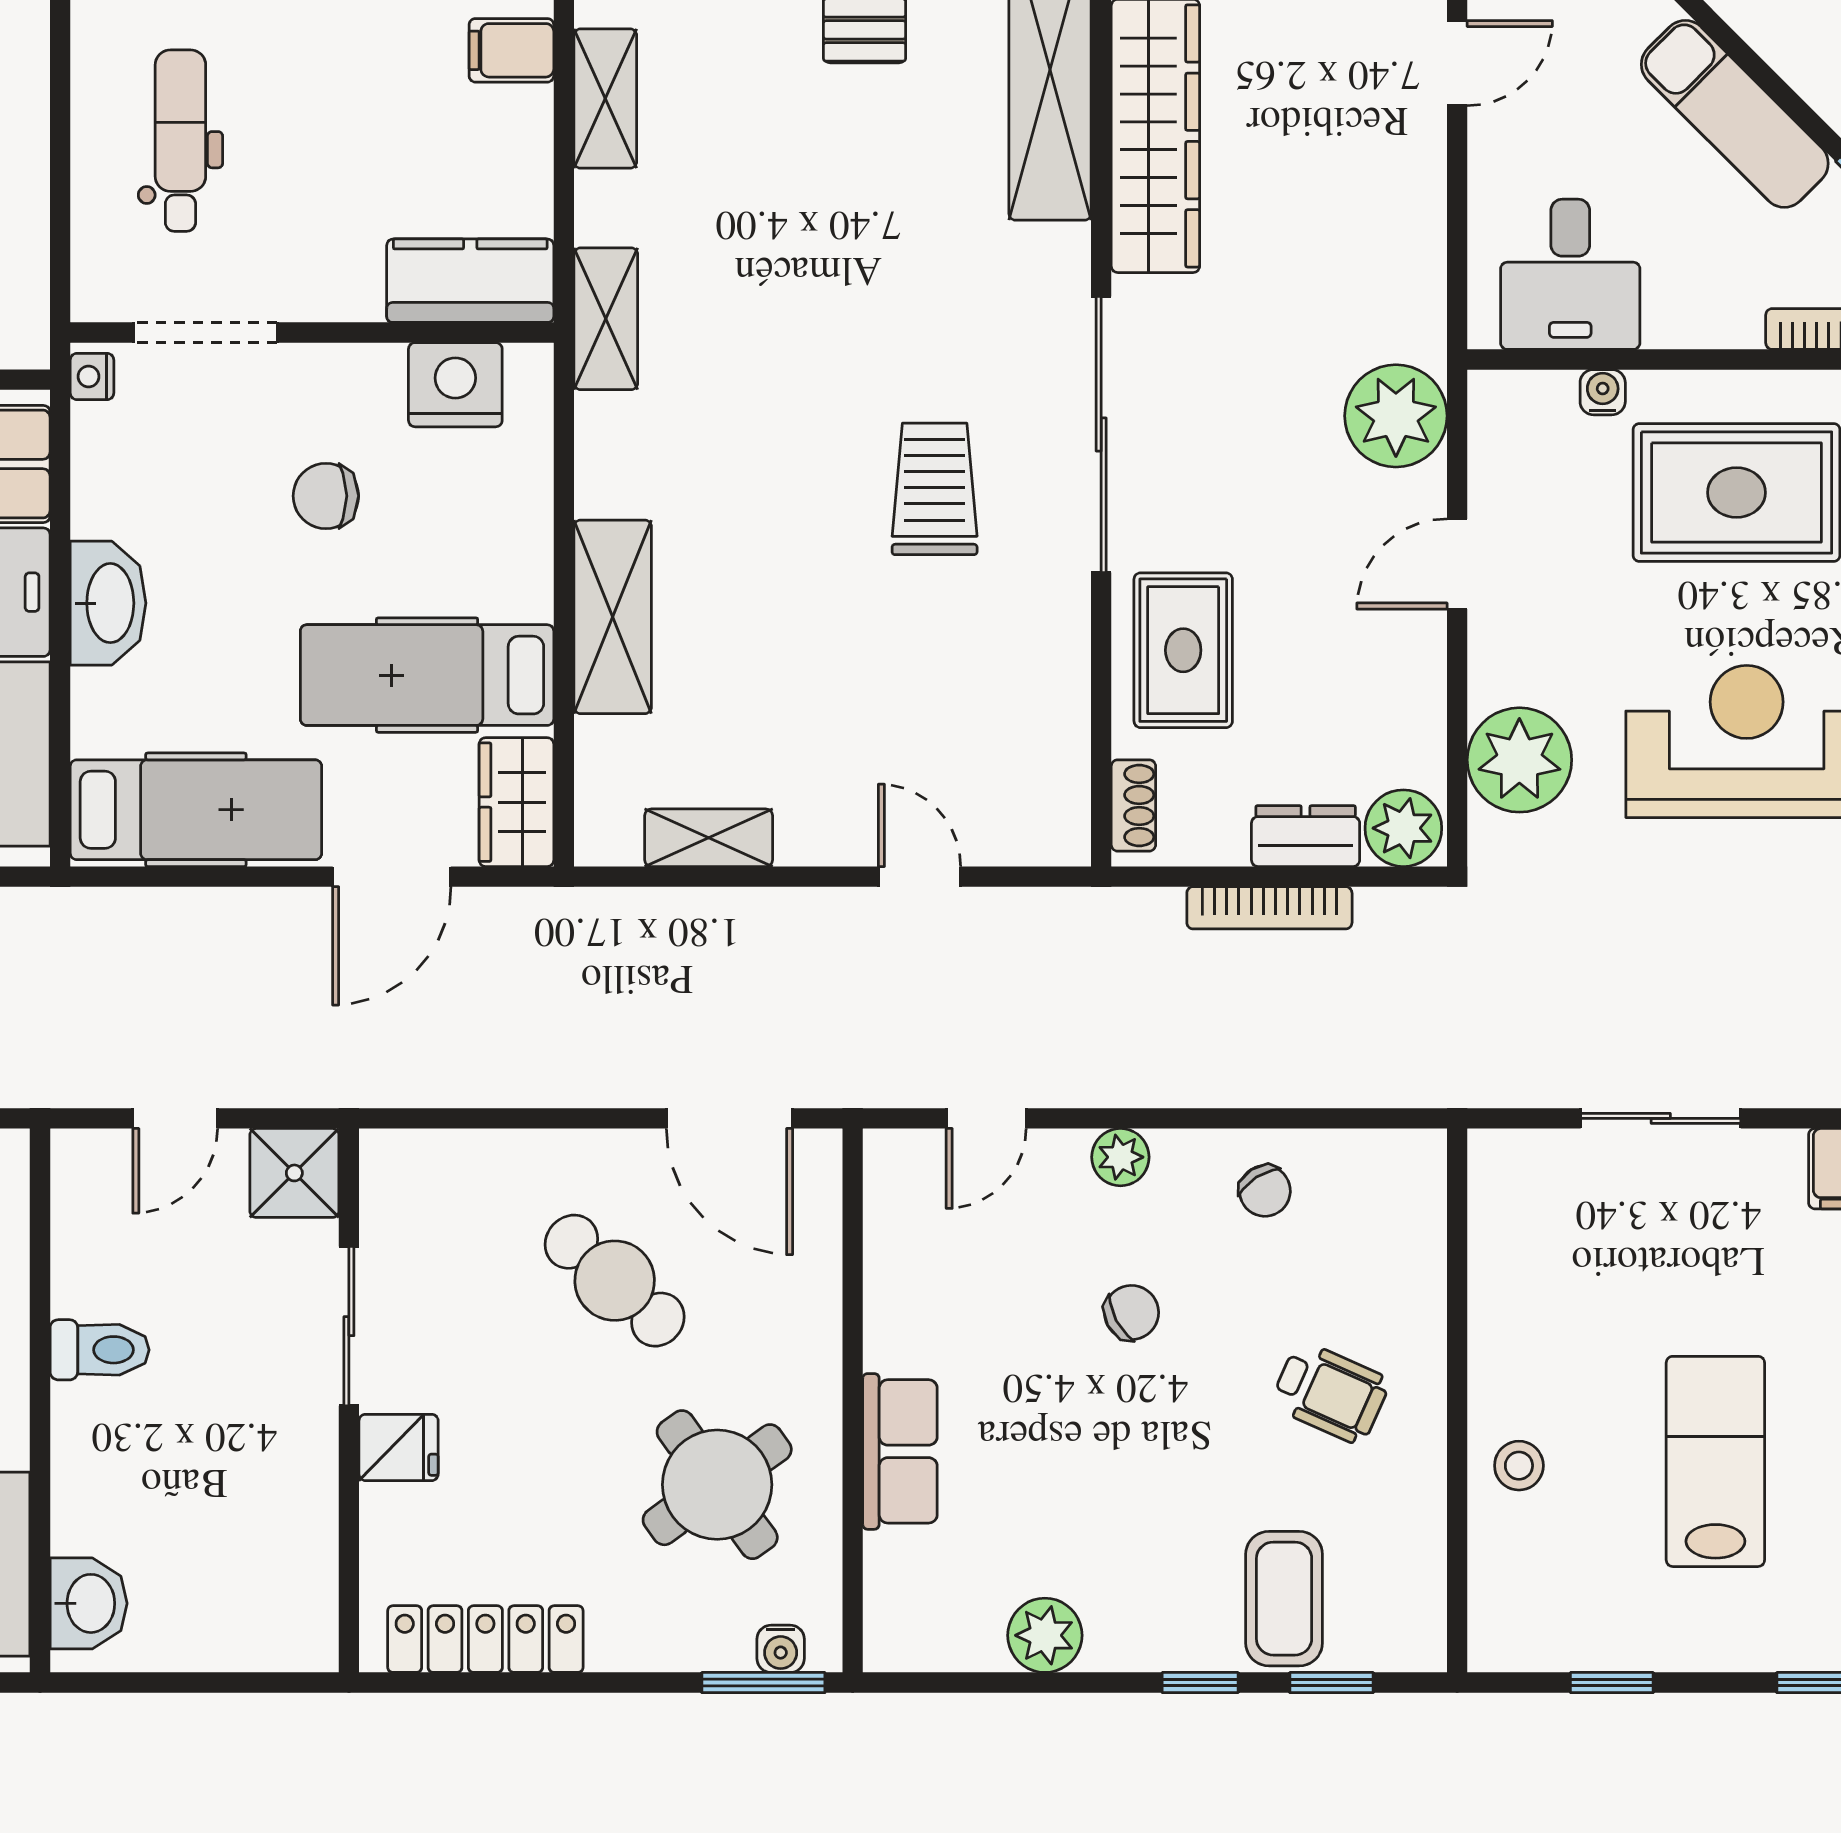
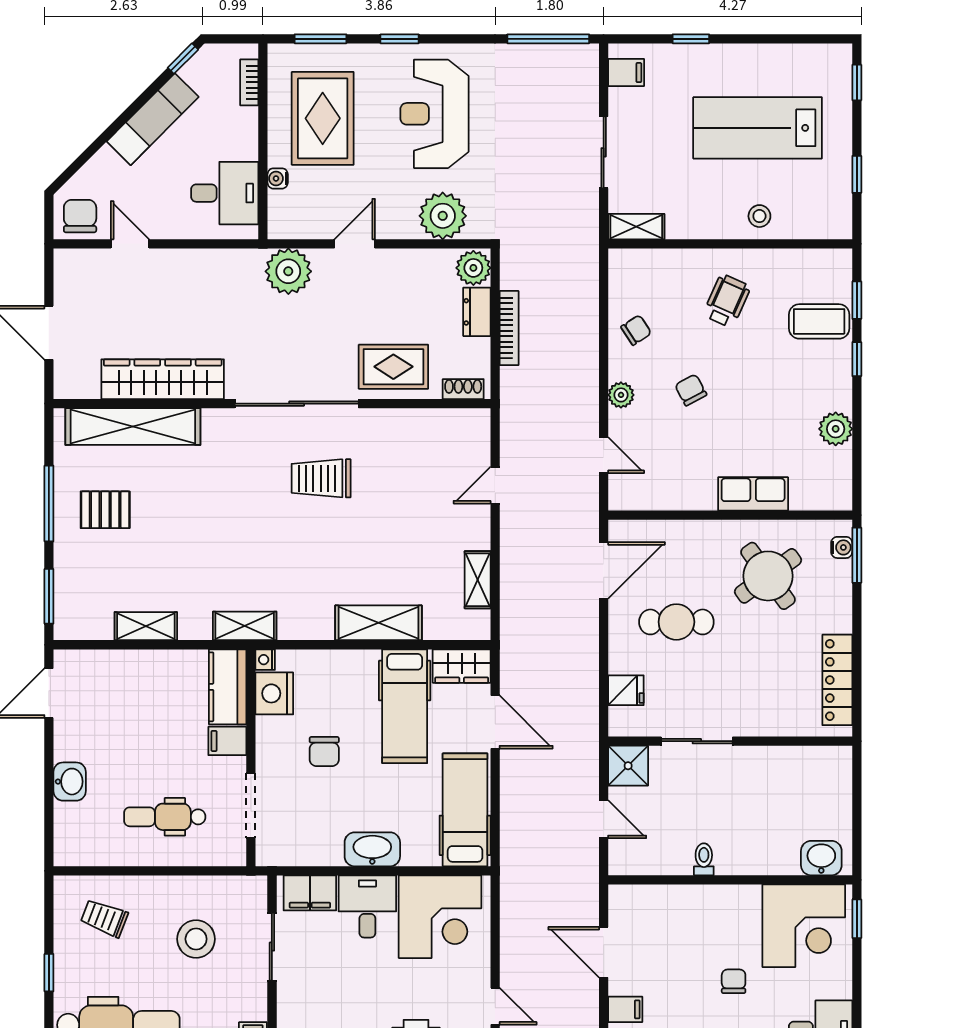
filing cabinet: (511, 50) -> (227, 741), moved, turned 90
nightstand: (92, 376) -> (265, 660), moved, turned 90
door: (1457, 564) -> (355, 244), swing flipped
shelving: (1495, 1191) -> (636, 227), added
cafe table: (615, 1281) -> (676, 622), turned 48
toilet: (100, 1350) -> (704, 859), width x0.73, depth x0.72
fridge: (399, 1447) -> (626, 690), moved, turned 90
lab bench: (1715, 1461) -> (758, 128), width x1.36, depth x1.39

